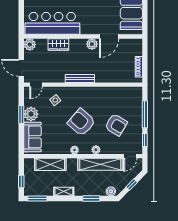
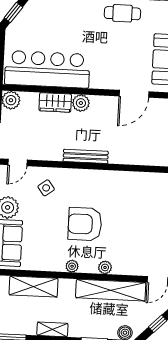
plant: (92, 44) -> (81, 103), moved
armchair: (81, 122) -> (85, 224), turned -41
armchair: (116, 125) -> (138, 231), removed

